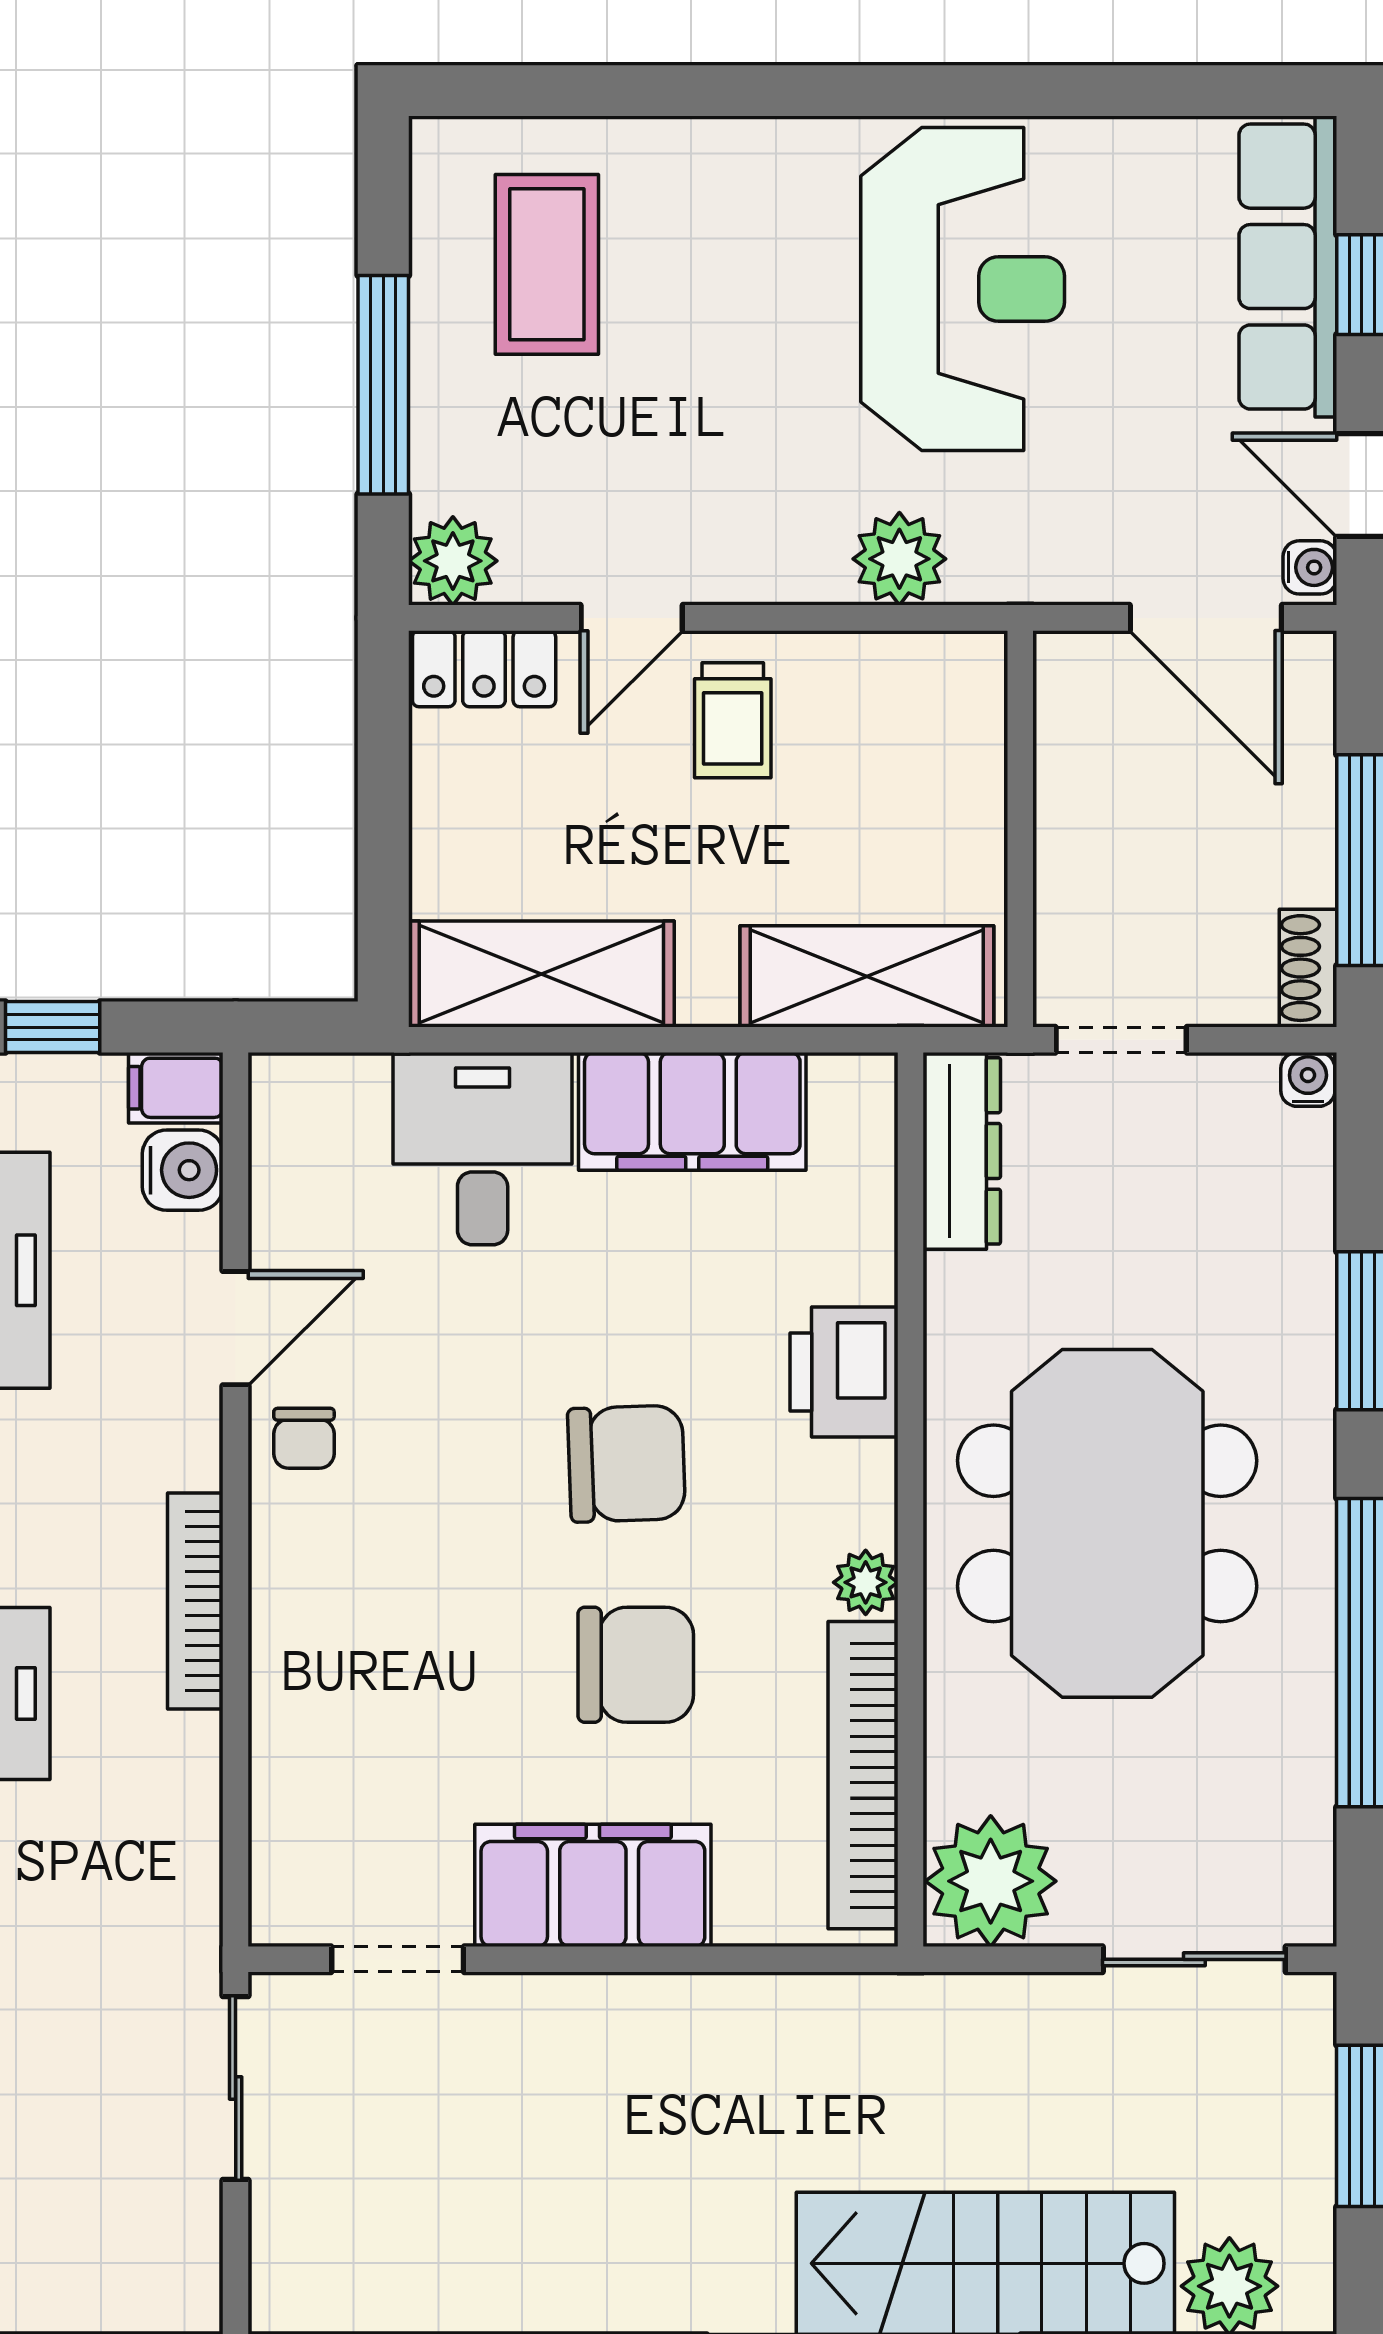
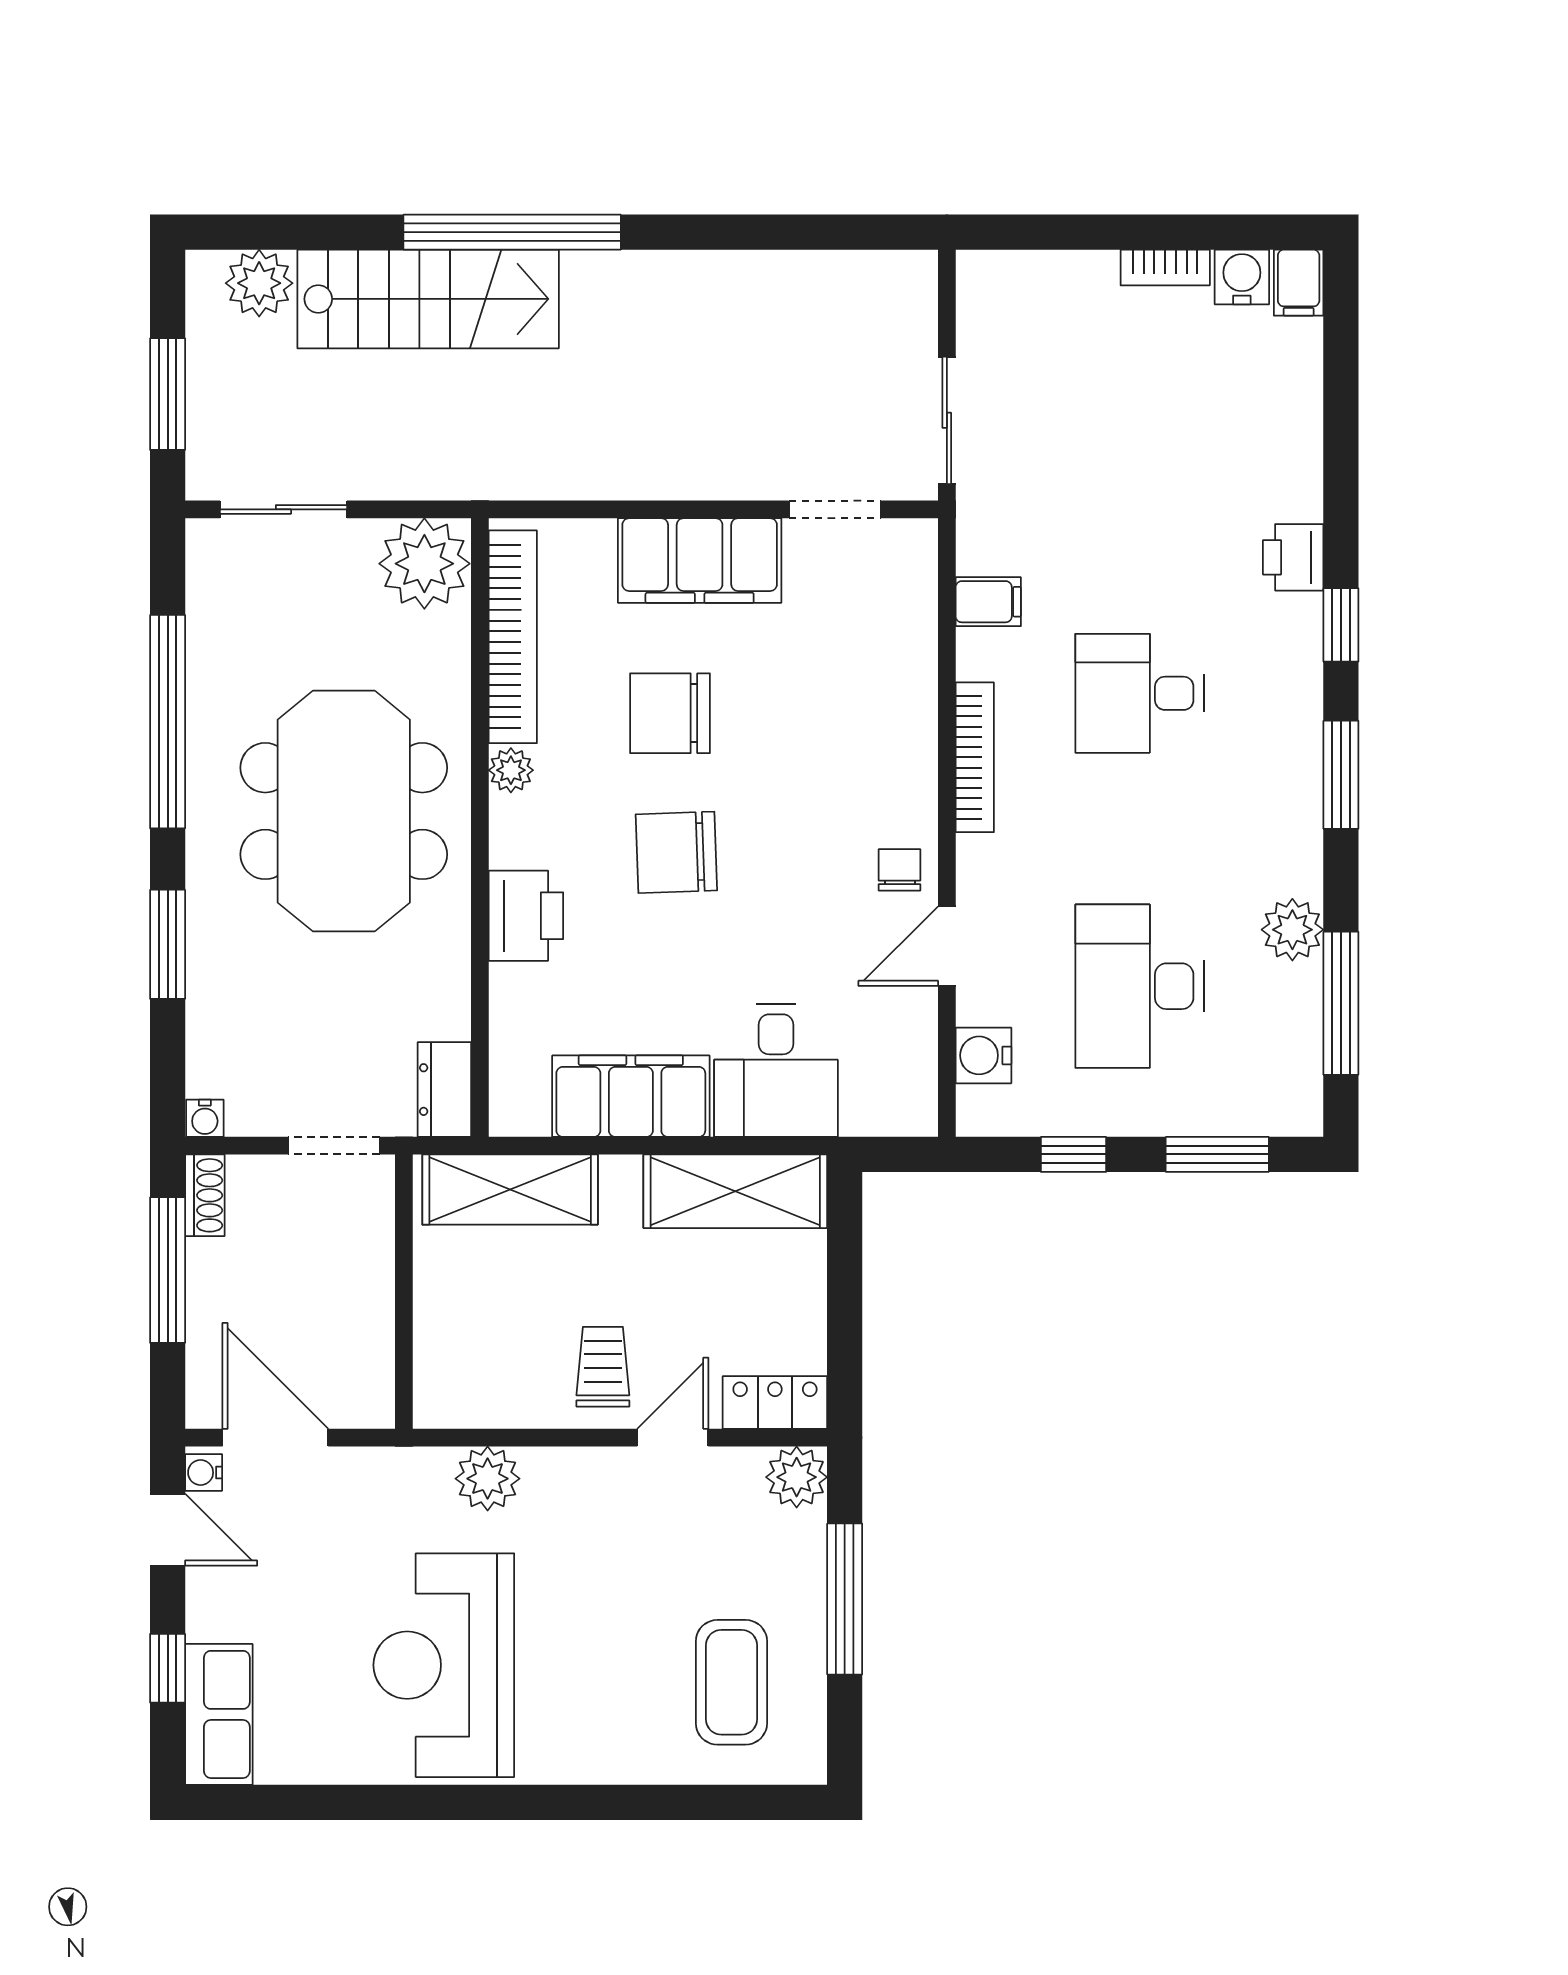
row of seats: (1288, 267) -> (219, 1714), width x0.68
filing cabinet: (176, 1088) -> (988, 602), moved
dresser: (962, 1151) -> (444, 1090), width x0.70

